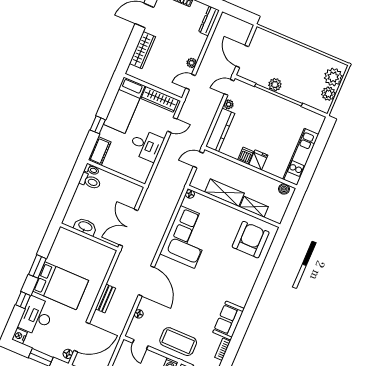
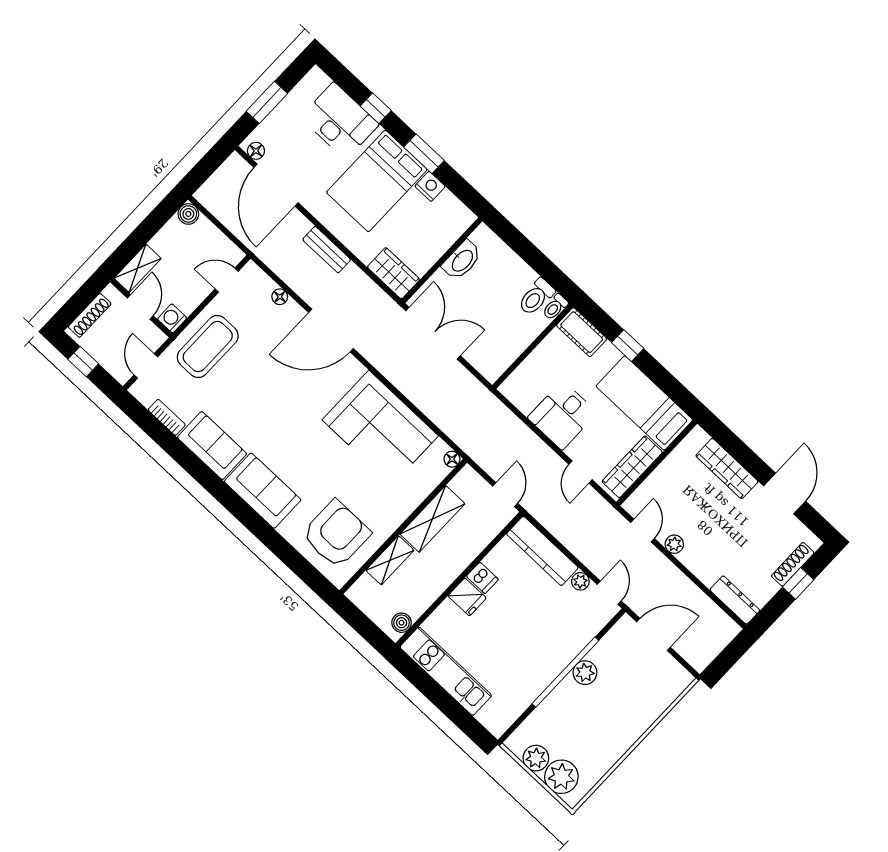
armchair: (251, 240) -> (336, 534), turned -90
wardrobe: (105, 260) -> (393, 273), added
sofa: (242, 286) -> (263, 491), added
nightstand: (19, 336) -> (430, 186), moved

